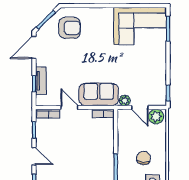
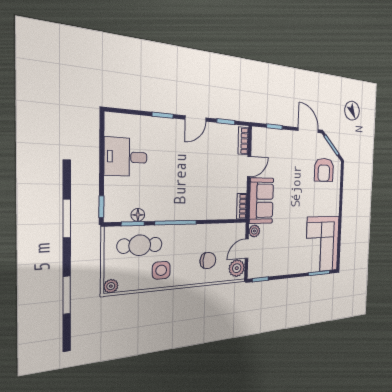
tv unit: (41, 81) -> (277, 135), removed
chair: (144, 158) -> (208, 261), moved

